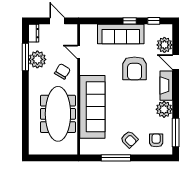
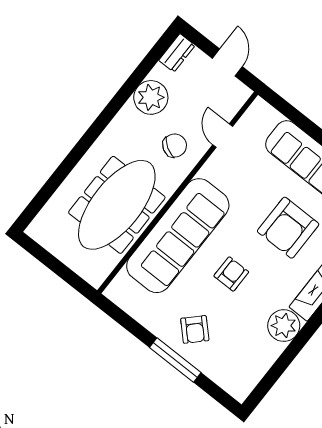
window: (25, 57) -> (135, 79), removed
window: (176, 132) -> (273, 375), removed
armchair: (156, 140) -> (231, 274), moved
window: (116, 158) -> (175, 360), moved

